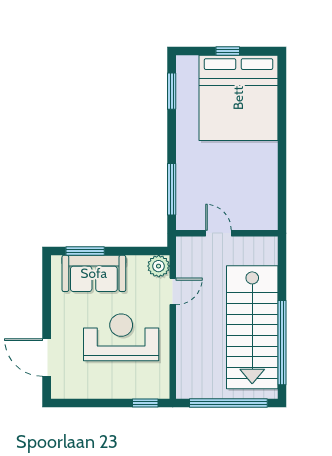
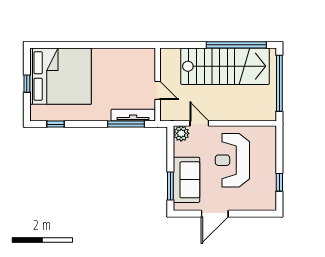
window: (172, 91) -> (56, 124), width x0.67
tv unit: (184, 199) -> (133, 115), added
door: (218, 233) -> (158, 90), swing flipped
door: (47, 358) -> (215, 214), moved
window: (145, 403) -> (279, 182), moved

